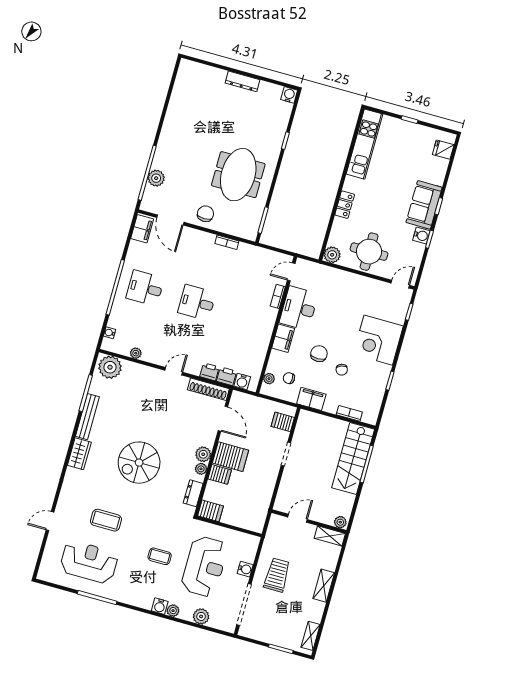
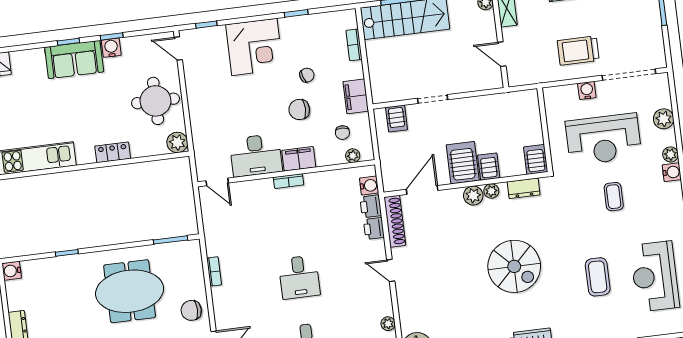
bookcase: (278, 296) -> (288, 181), moved
reception desk: (204, 566) -> (604, 139), turned 180

